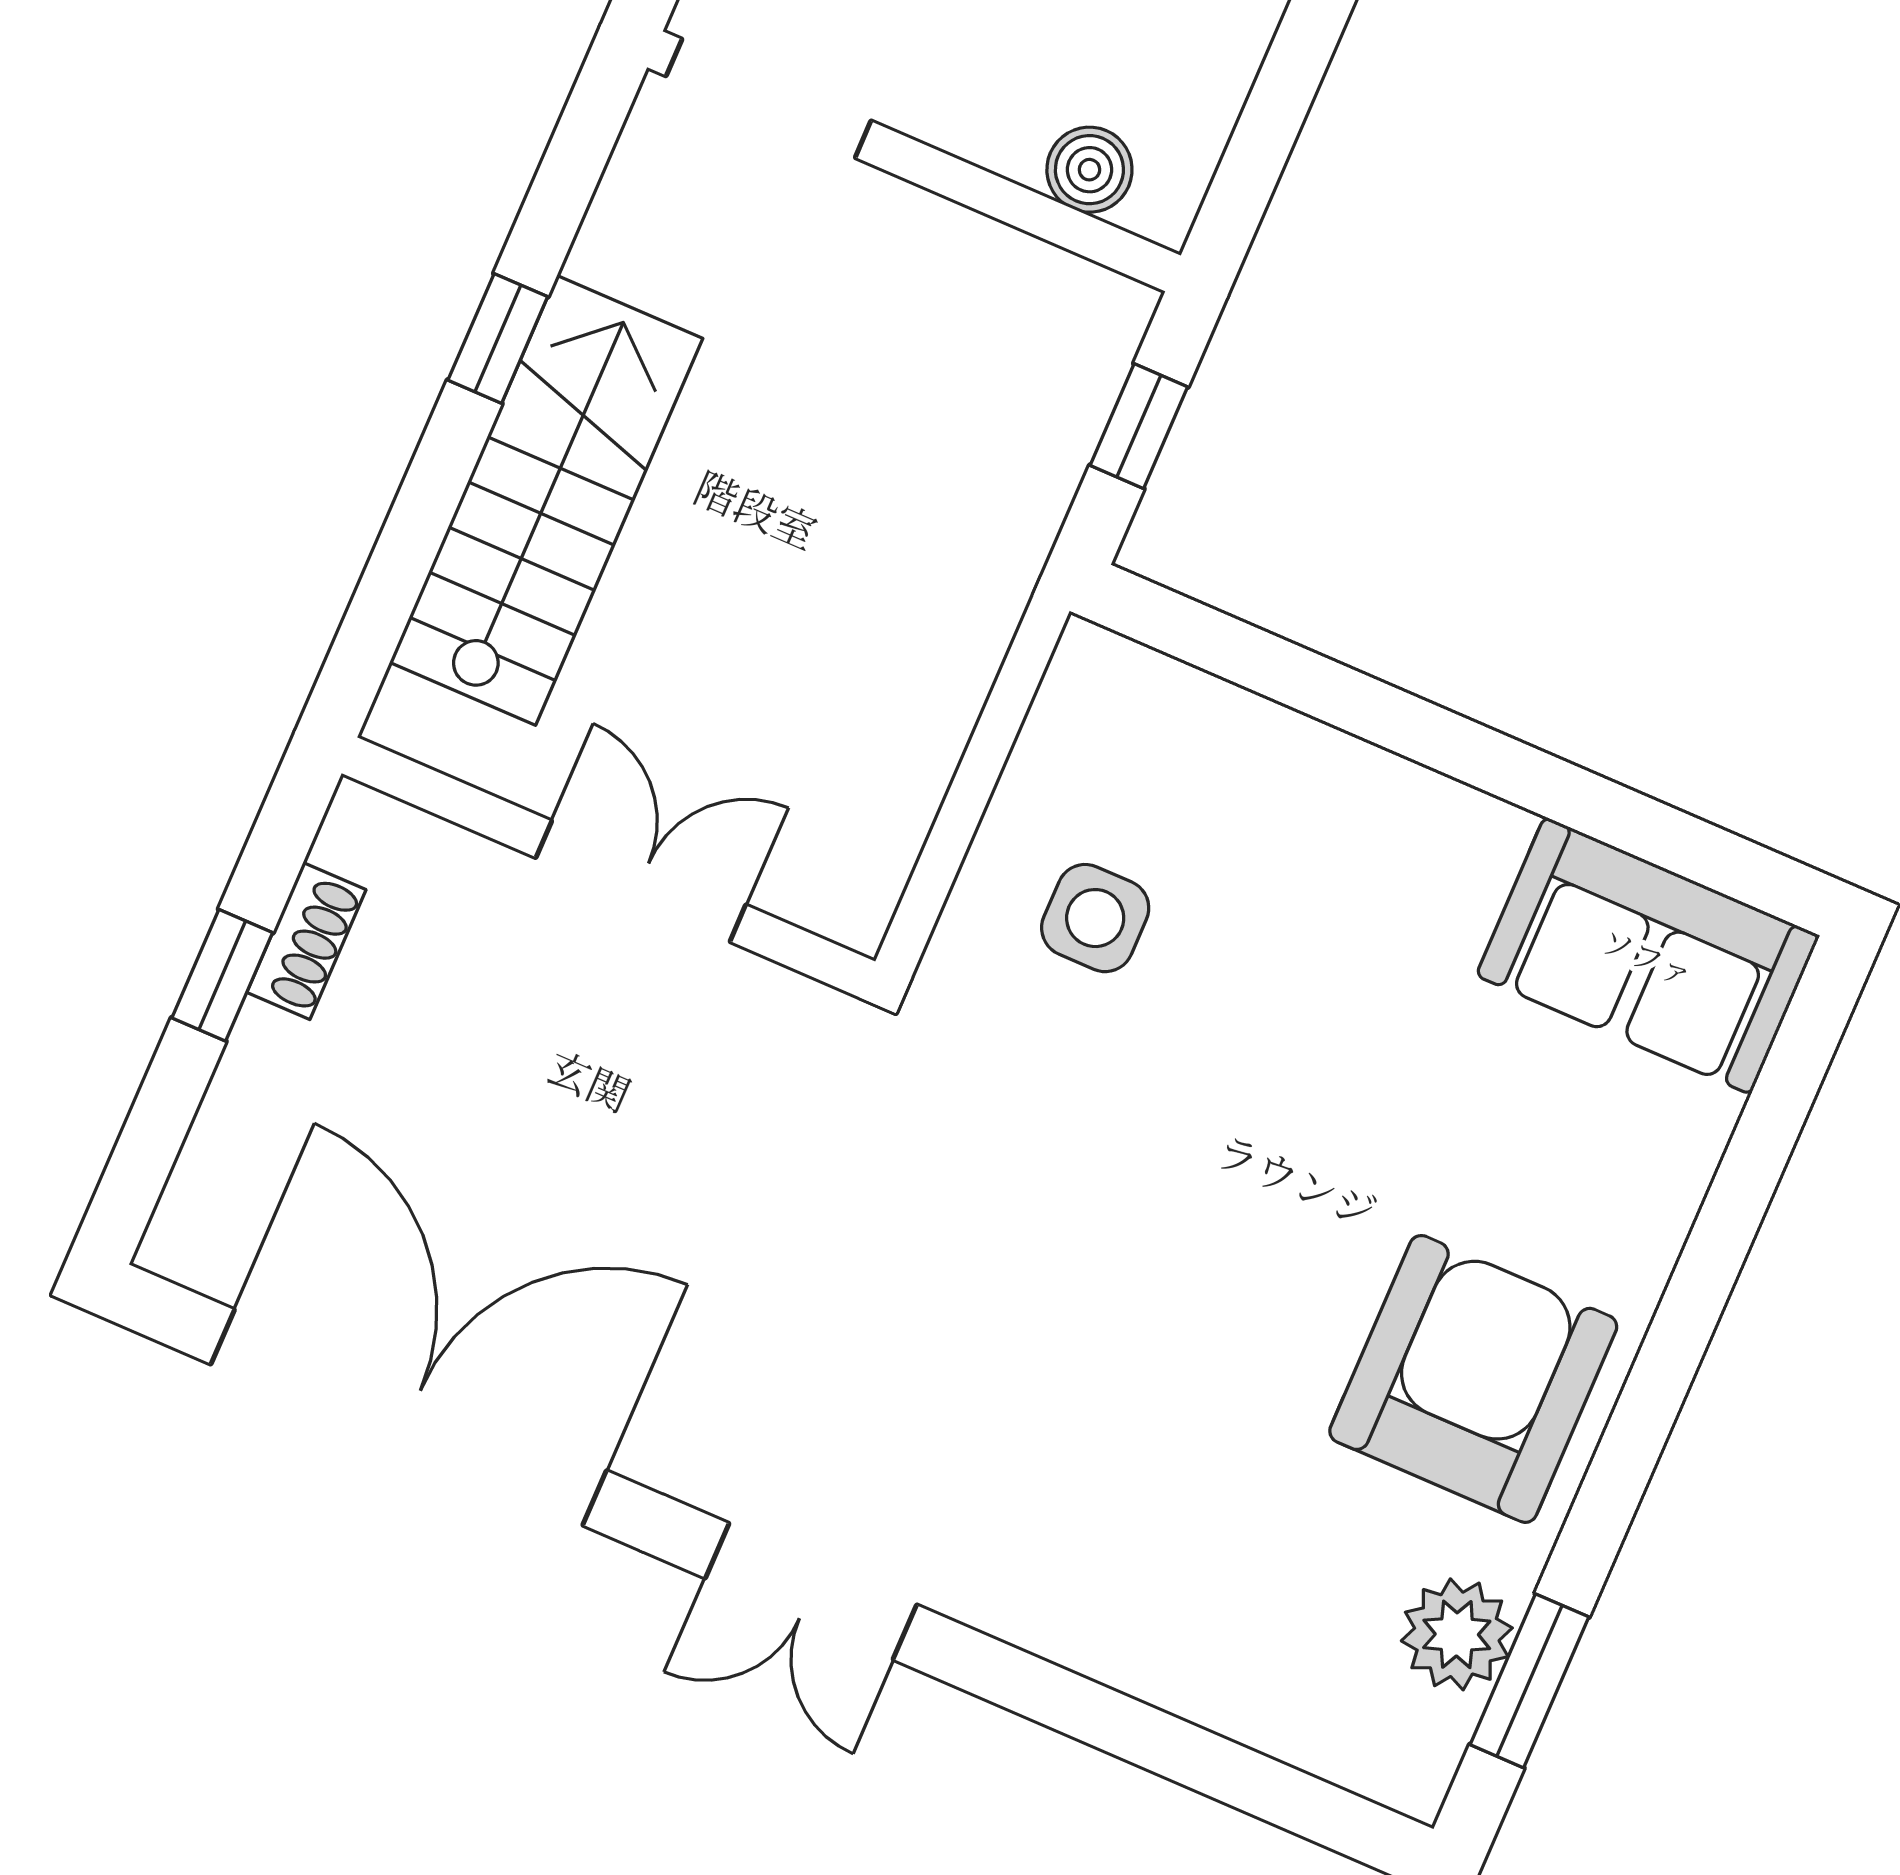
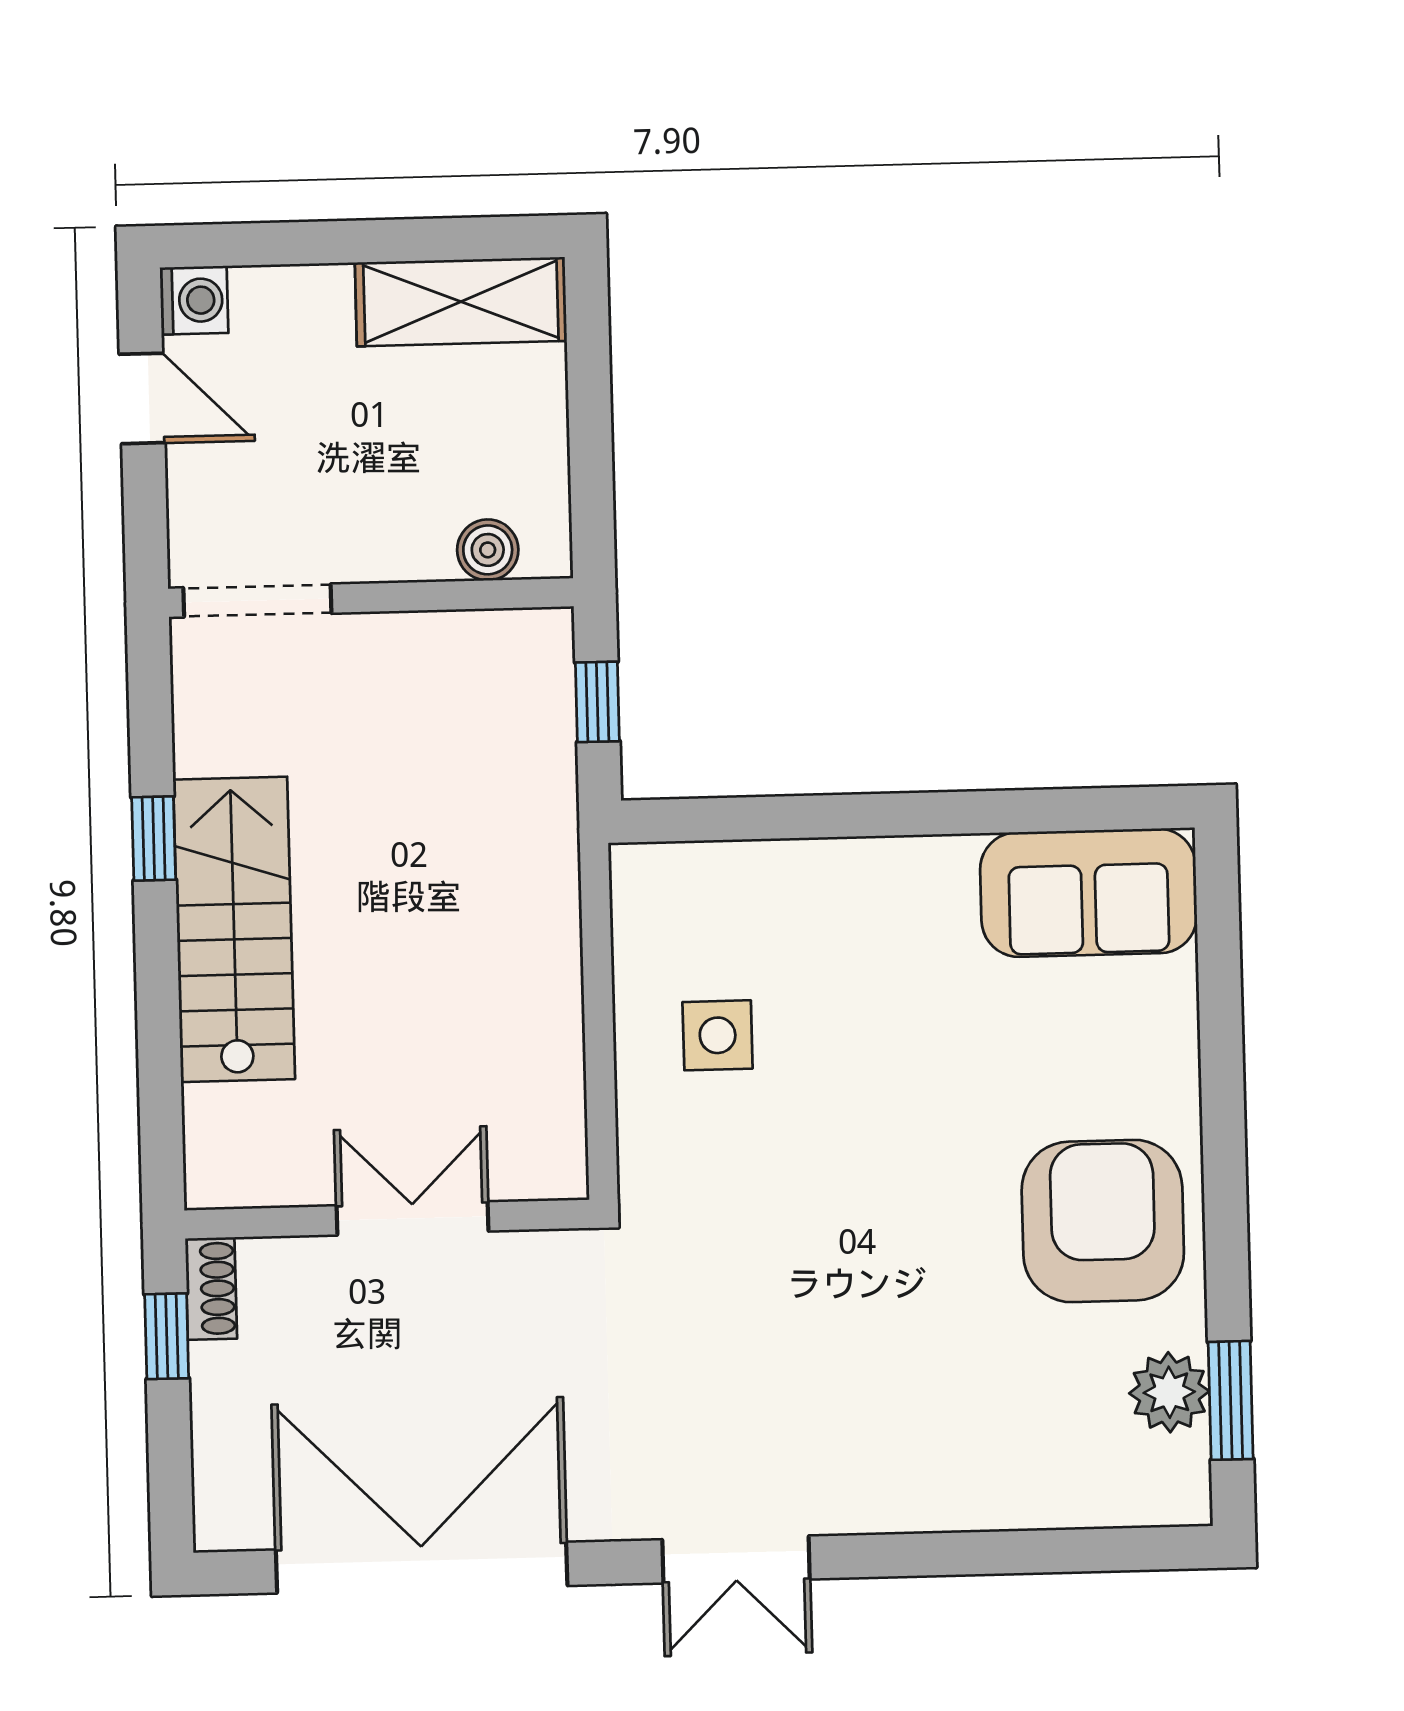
wall: (608, 867) -> (387, 1219), moved
double door: (641, 881) -> (412, 1218), moved

